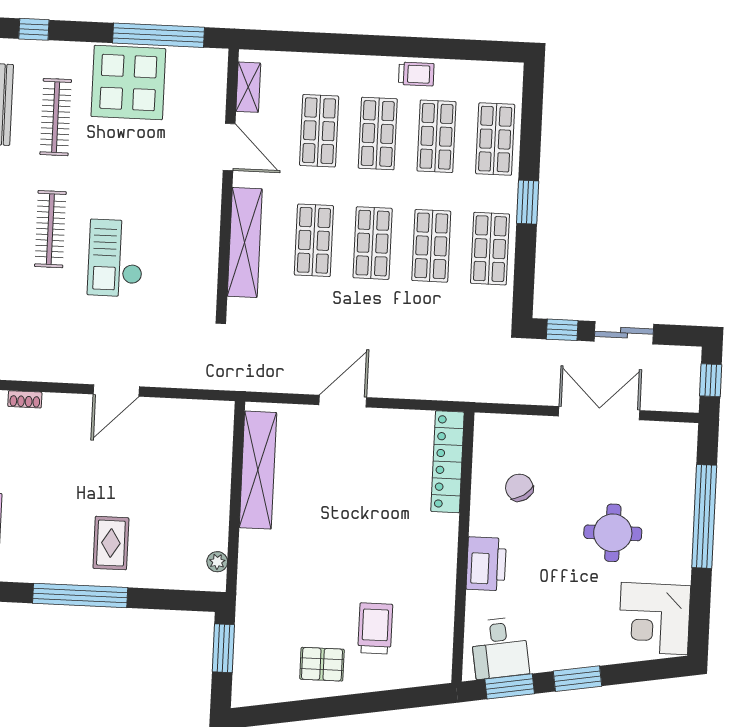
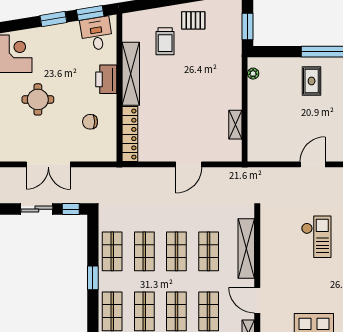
shelving: (258, 470) -> (235, 125), width x0.45, depth x0.75
chair: (519, 488) -> (90, 122), turned 123
shelving: (441, 572) -> (131, 74), added

